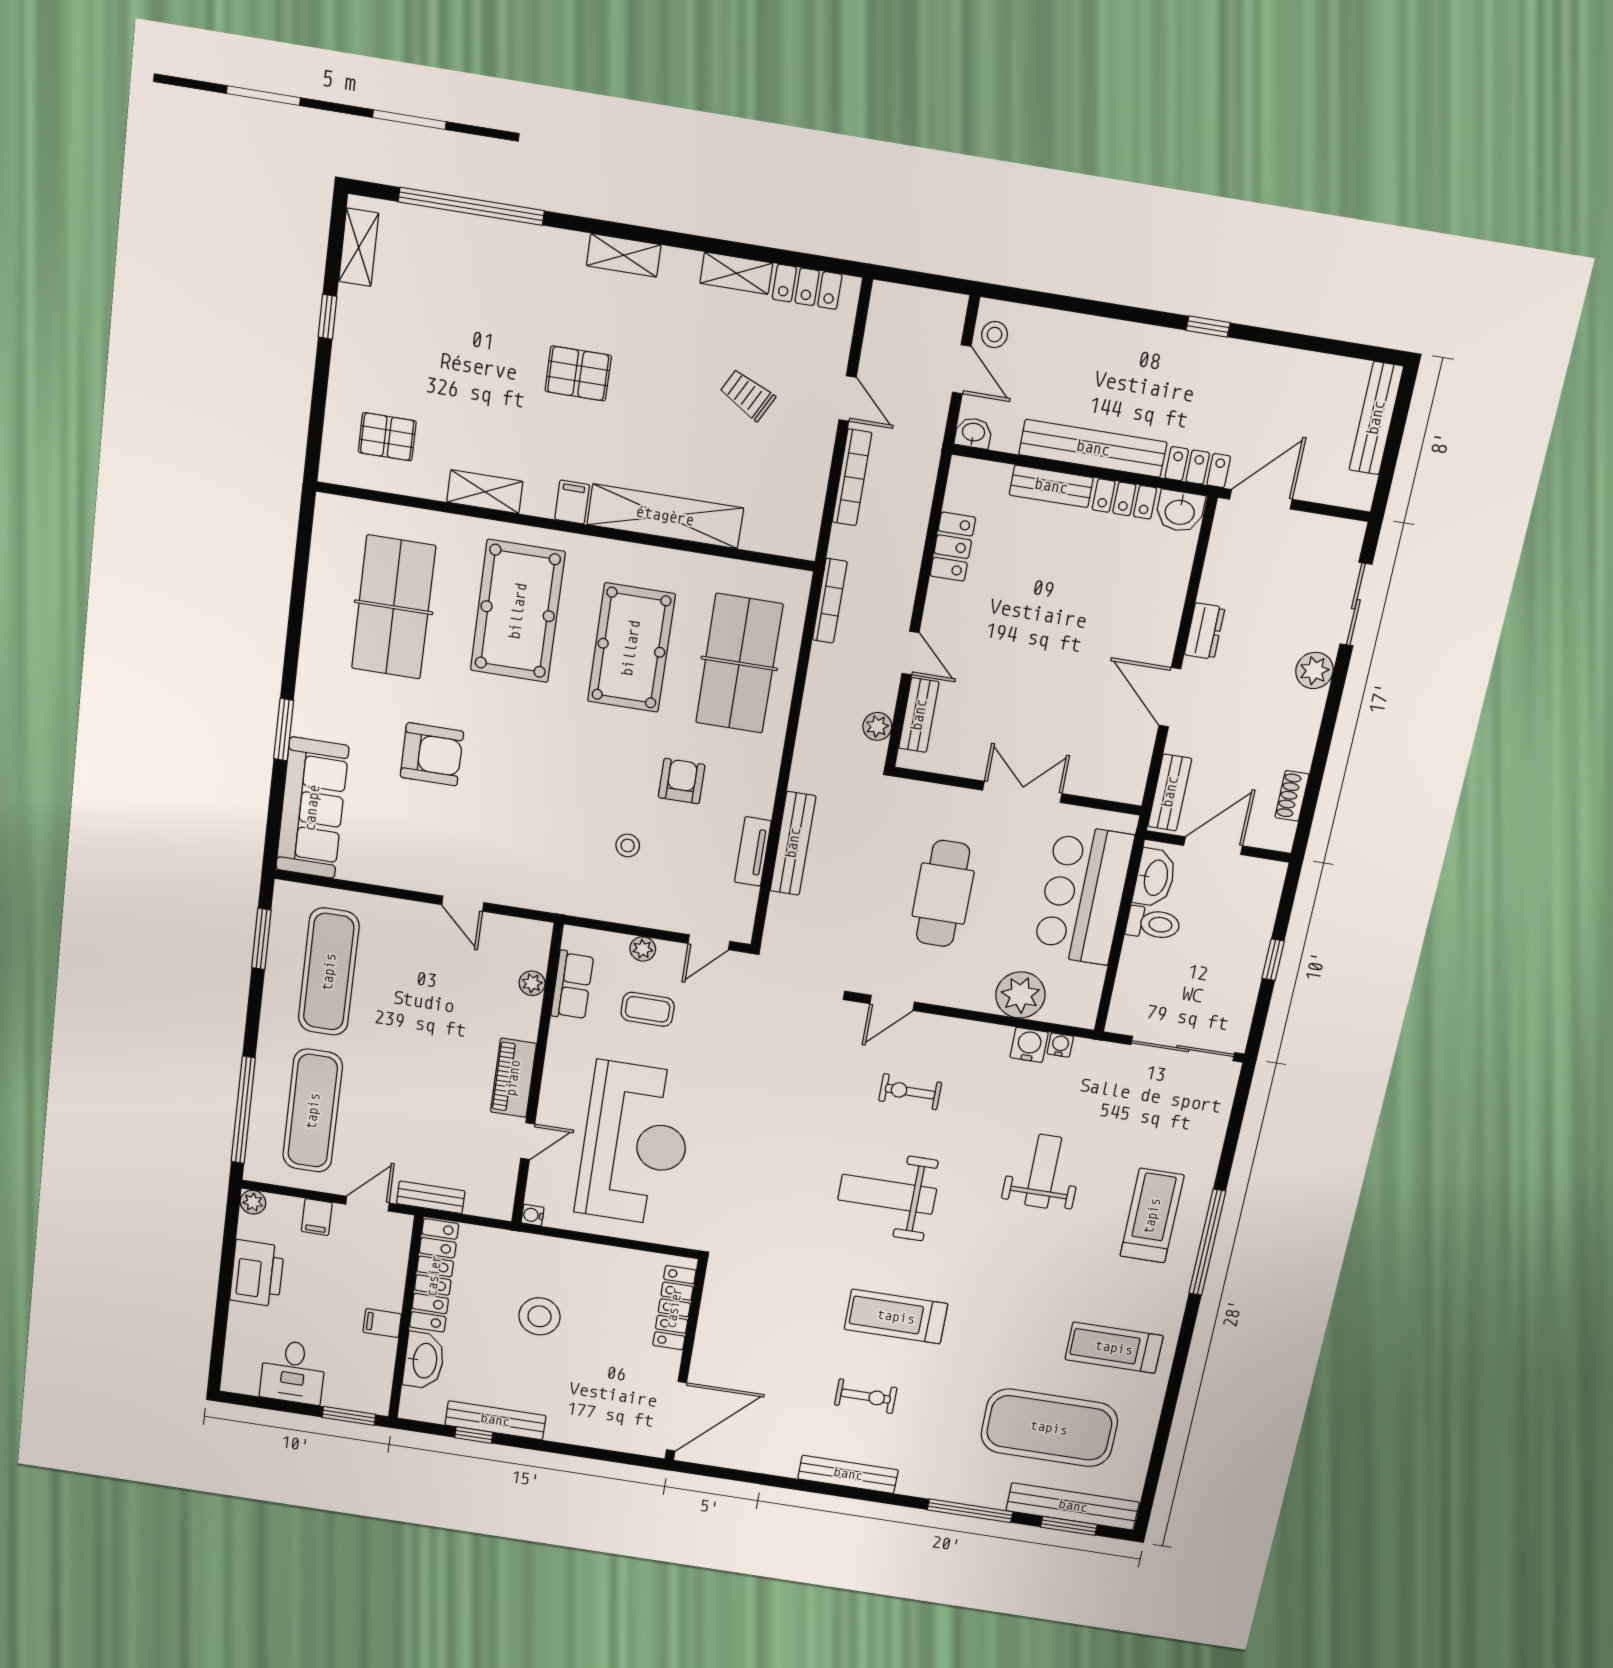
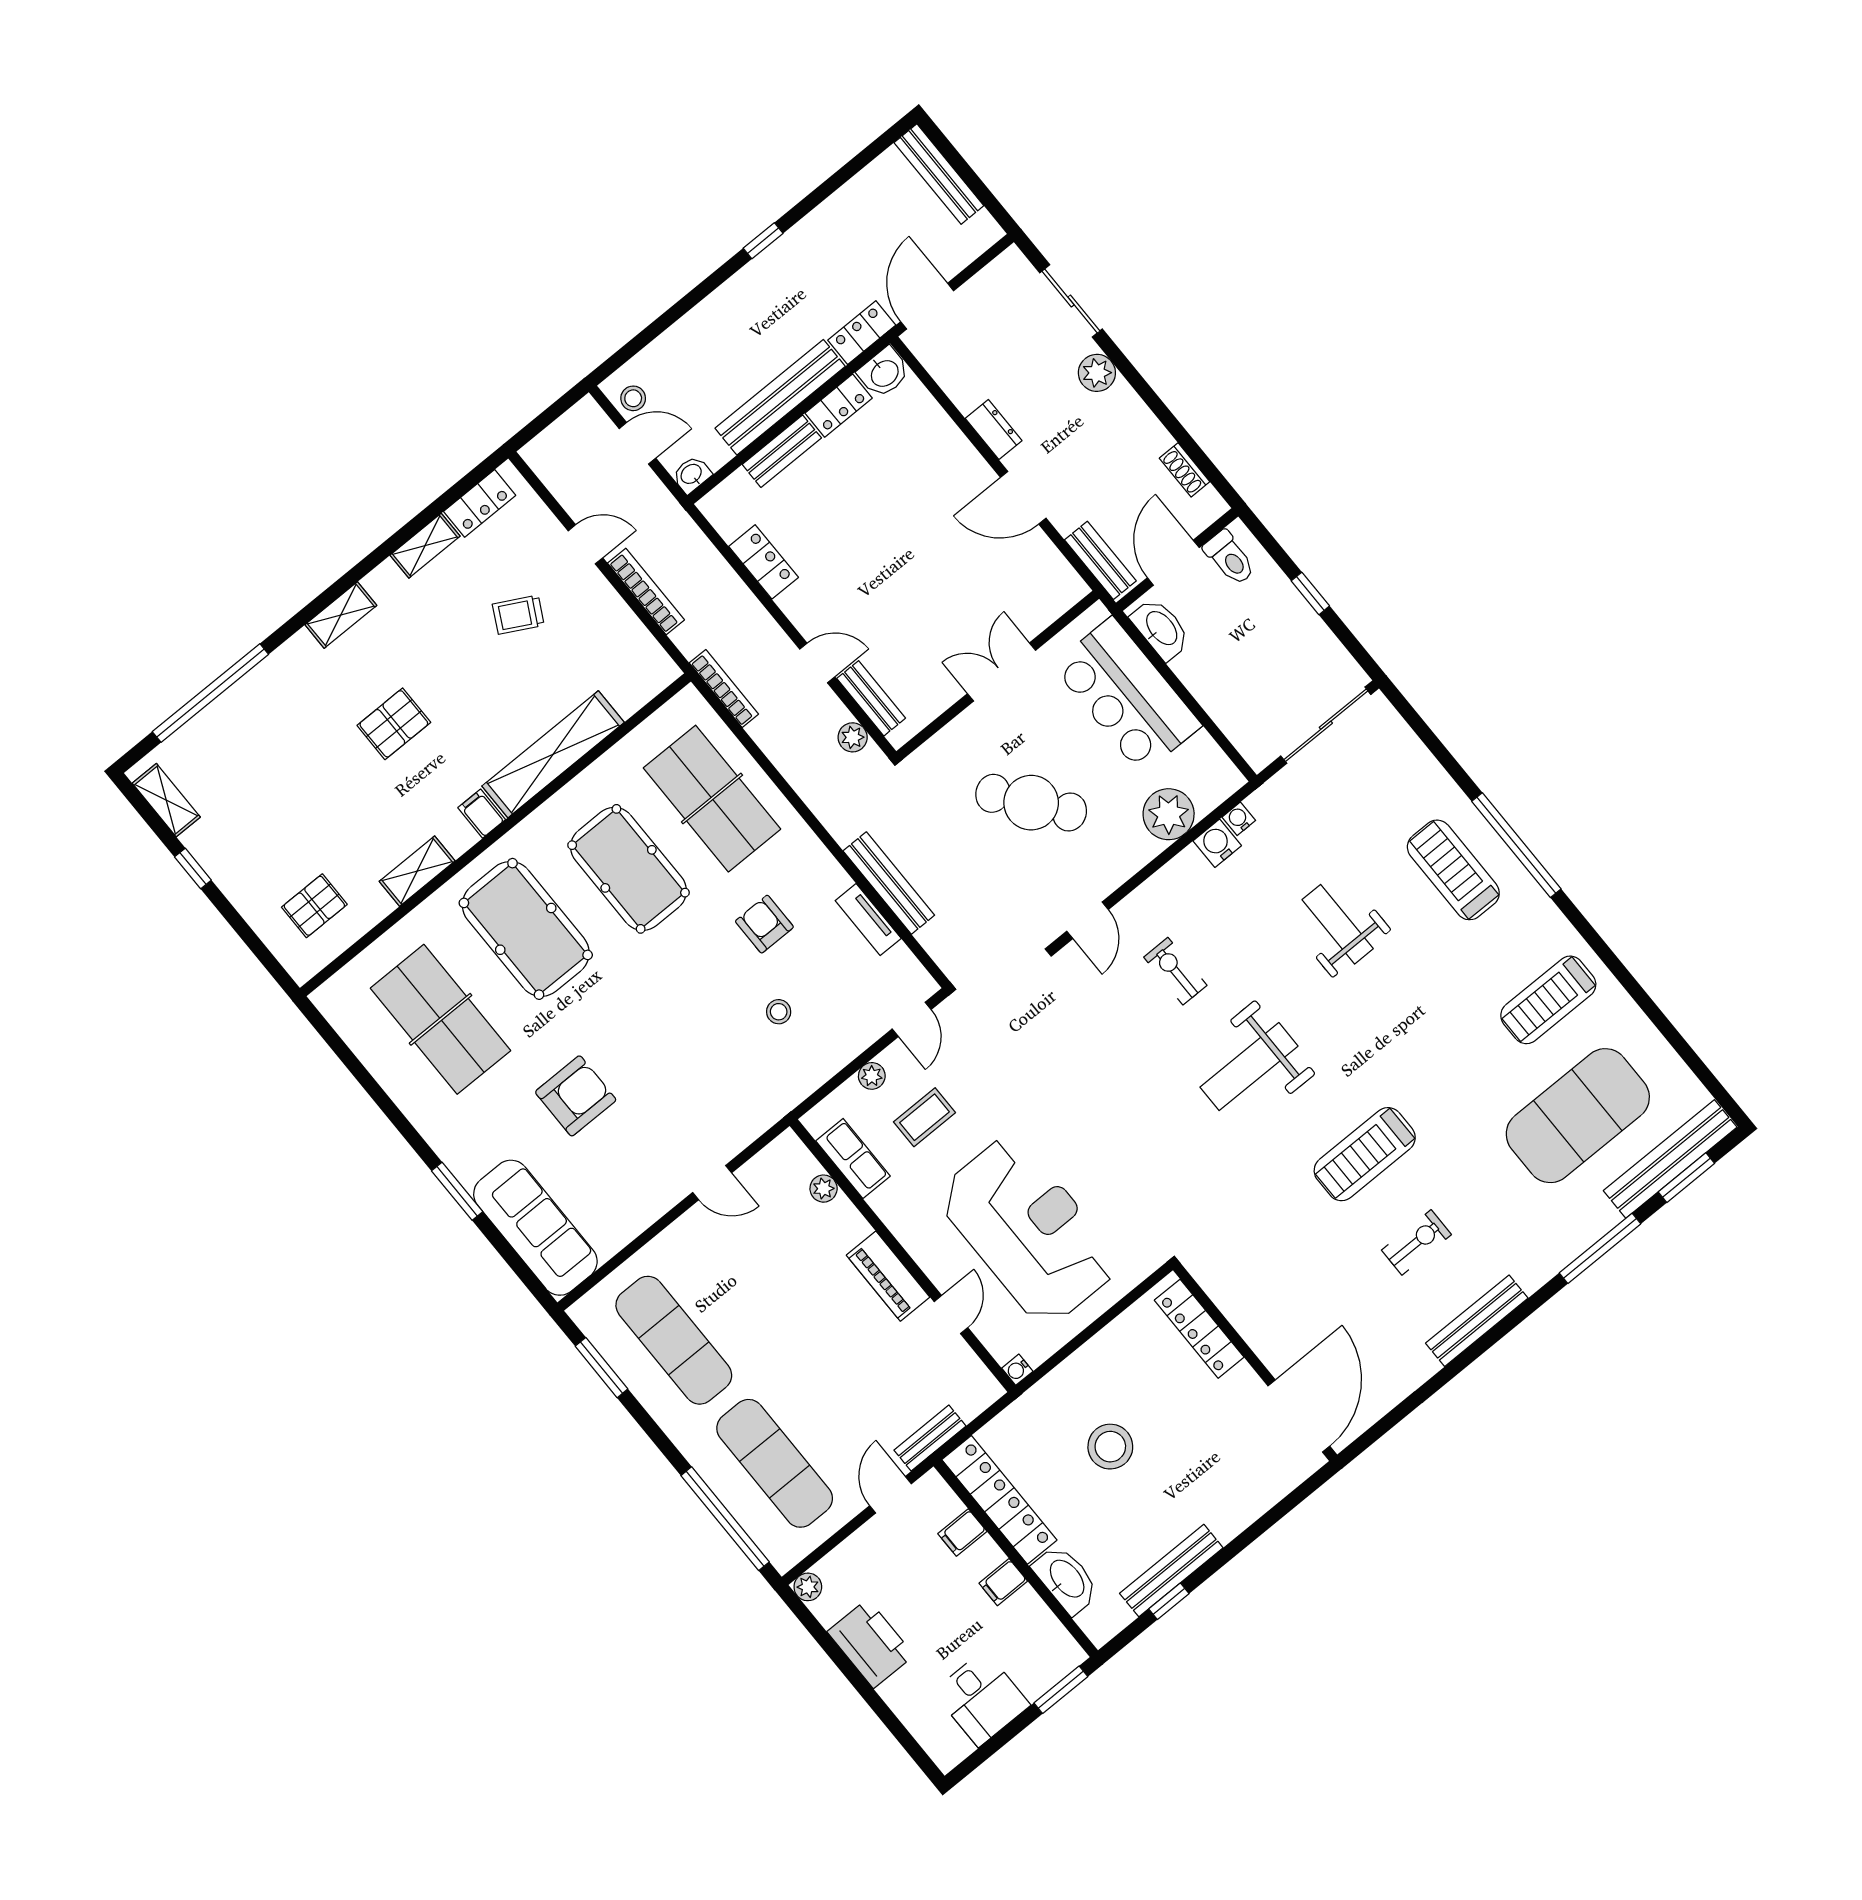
cafe table: (943, 894) -> (1031, 803), turned -37
toilet: (1153, 924) -> (1230, 558), moved, turned 90
exercise bike: (910, 1092) -> (1175, 971), turned 90
filing cabinet: (317, 1217) -> (962, 1533), moved, turned 90

